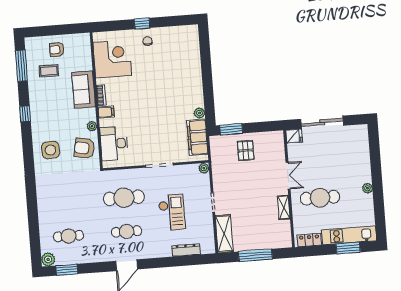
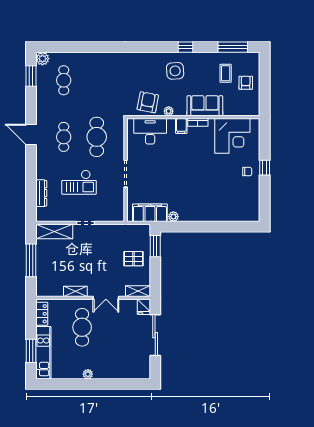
shelving: (279, 143) -> (138, 291), added
side table: (51, 150) -> (175, 71), moved
plant: (204, 168) -> (119, 217), removed

